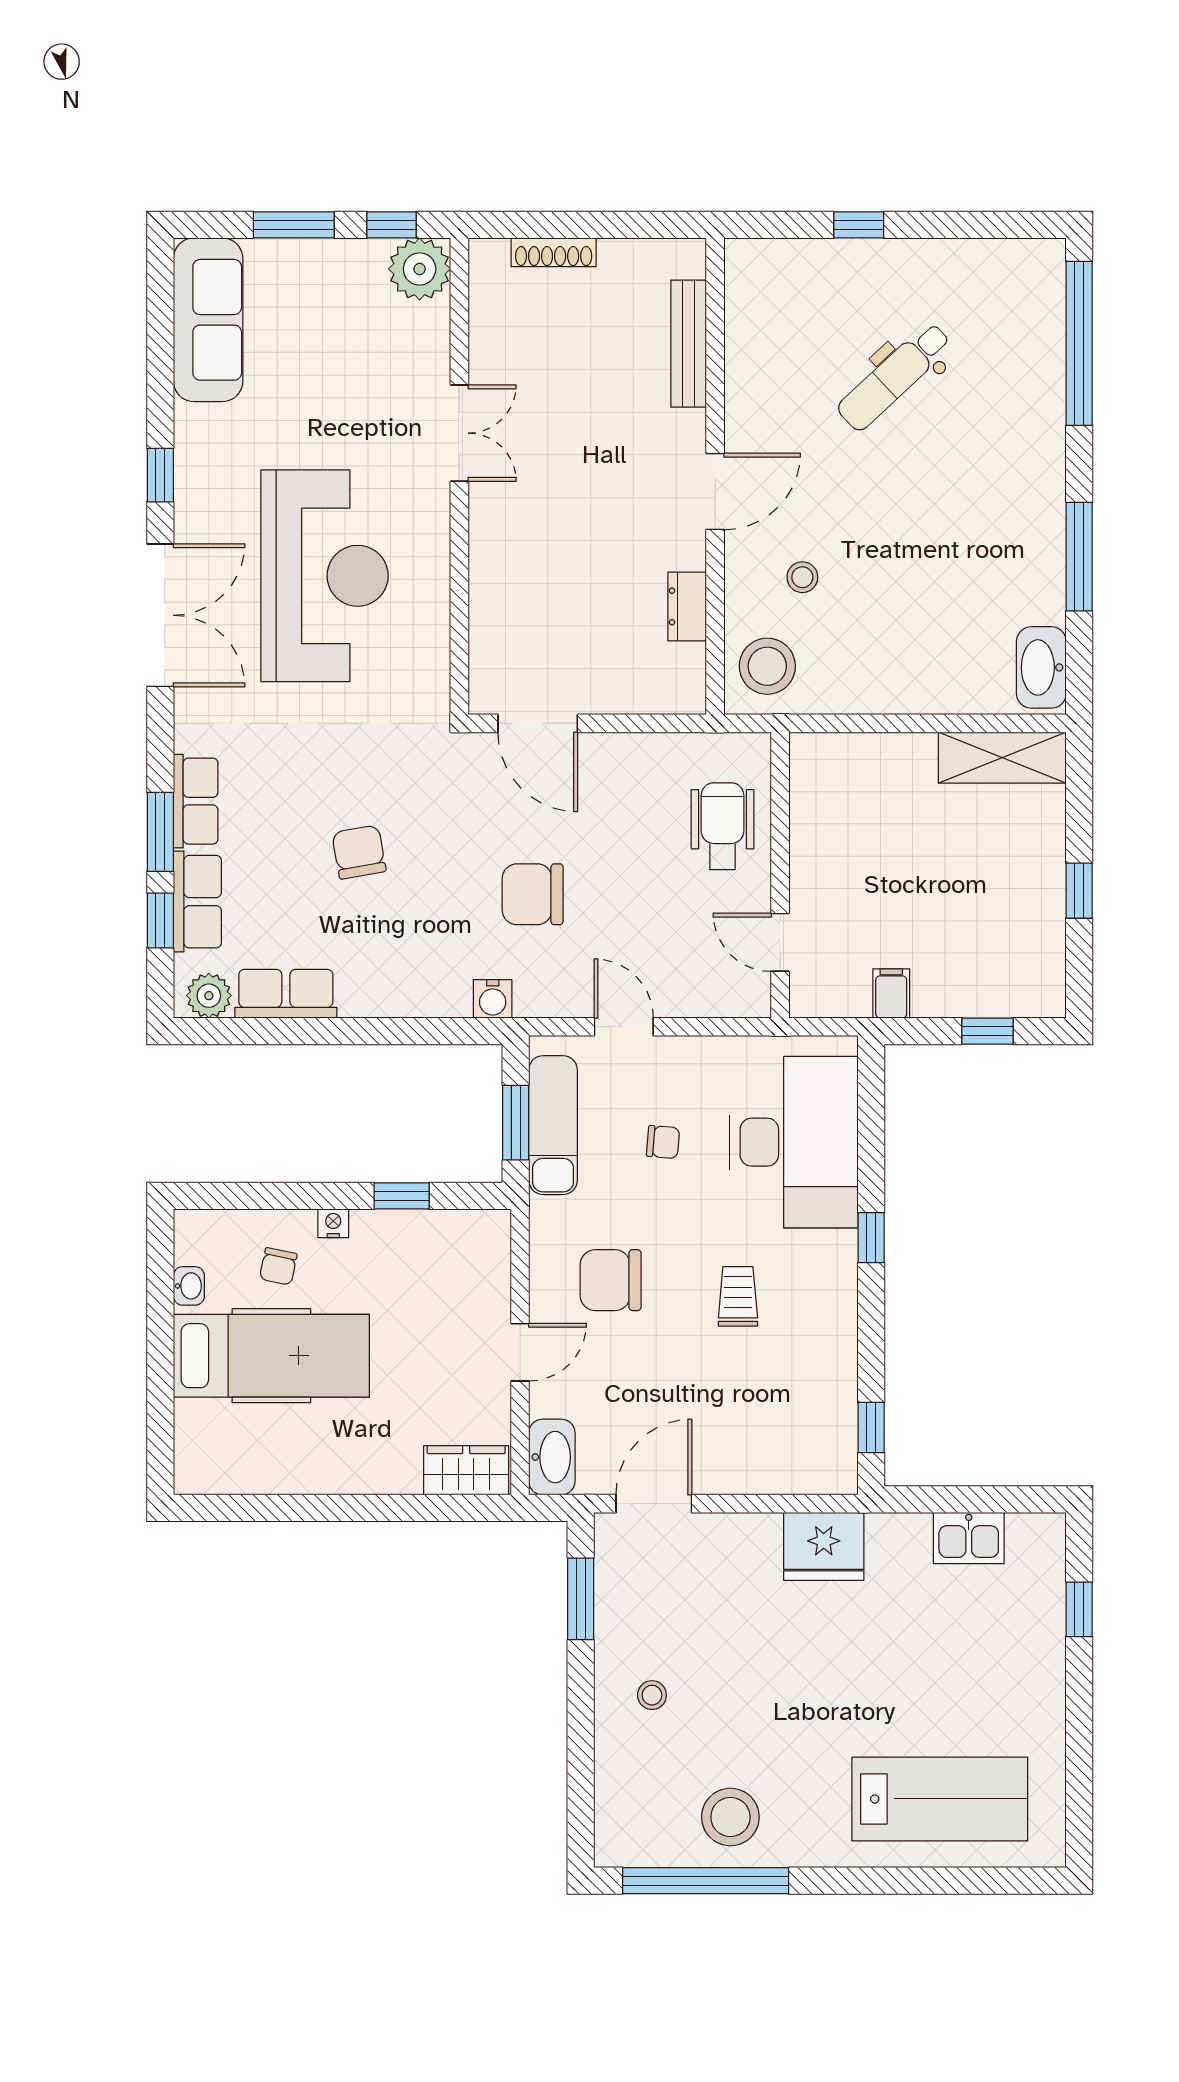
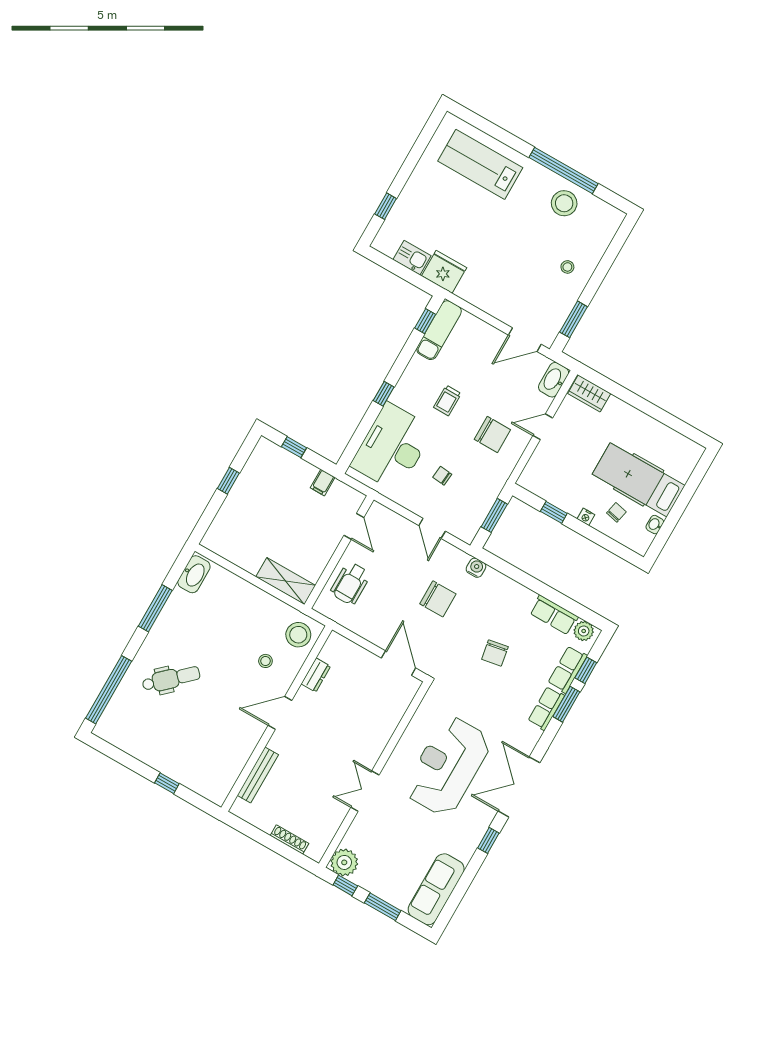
dental chair: (894, 377) -> (171, 679), moved
shelving: (1002, 758) -> (286, 581), moved
exam couch: (553, 1125) -> (439, 330), moved, turned 180
fridge: (824, 1546) -> (444, 272), moved
window: (706, 1881) -> (563, 171), moved

